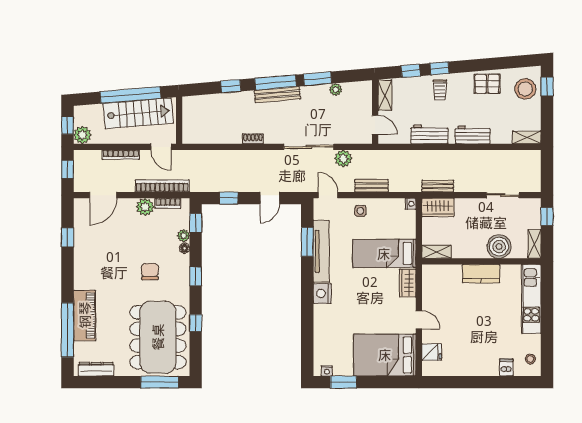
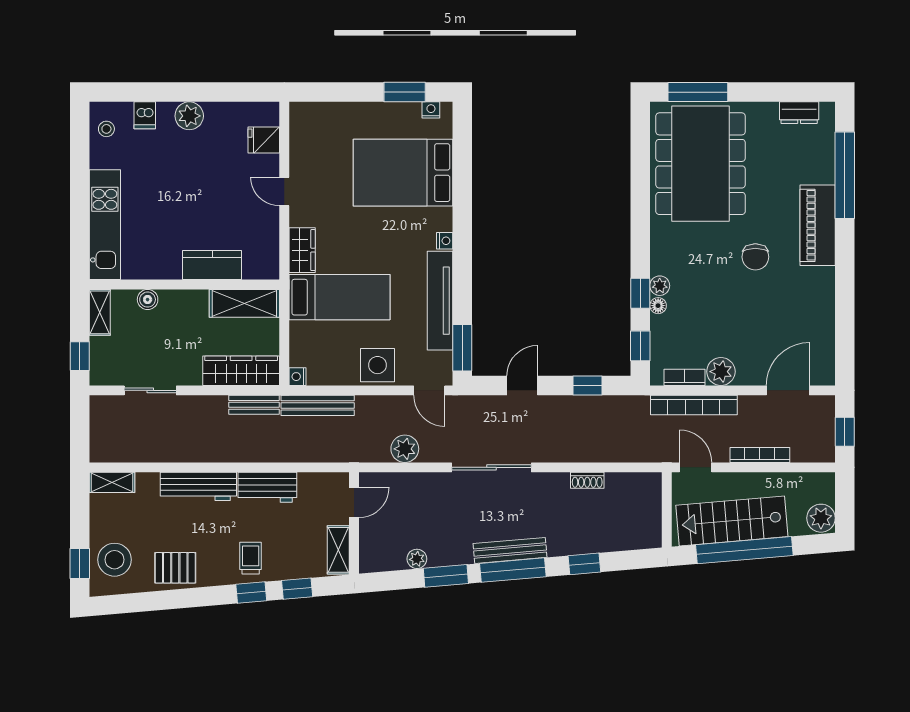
door: (375, 125) -> (354, 502), swing flipped
window: (68, 126) -> (845, 501), removed
plant: (82, 135) -> (821, 518), moved
workbench: (473, 135) -> (198, 486), width x1.38
shoe rack: (253, 139) -> (587, 480), moved
sliding door: (309, 147) -> (491, 467), moved
bench: (372, 186) -> (318, 405), moved, width x1.36
wardrobe: (438, 207) -> (241, 371), width x1.50
side table: (360, 211) -> (377, 365), width x1.87, depth x1.87
plant: (183, 236) -> (660, 286), moved
window: (68, 237) -> (845, 323), removed
window: (307, 242) -> (462, 348), moved
boiler: (499, 247) -> (148, 300), width x0.54, depth x0.54
shelving: (437, 252) -> (244, 303), width x1.50, depth x1.33
chair: (150, 272) -> (755, 257), moved
kitchen counter: (481, 274) -> (212, 265), moved
window: (196, 276) -> (640, 293), moved
nightstand: (322, 294) -> (445, 241), width x0.53, depth x0.56
piano: (85, 315) -> (818, 225), moved
window: (196, 323) -> (640, 186), removed
bed: (385, 355) -> (403, 173), moved, turned 180
plant: (478, 367) -> (189, 116), added
dresser: (96, 369) -> (799, 113), width x0.70

